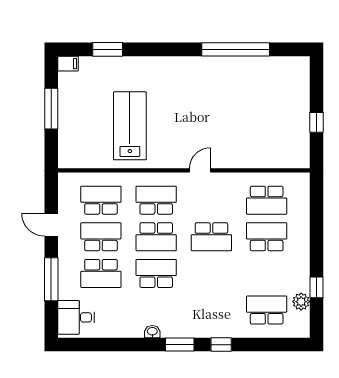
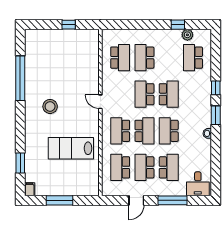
stool: (193, 94) -> (50, 106), added
school desk: (211, 237) -> (144, 94), turned 180
school desk: (211, 273) -> (169, 94), added

